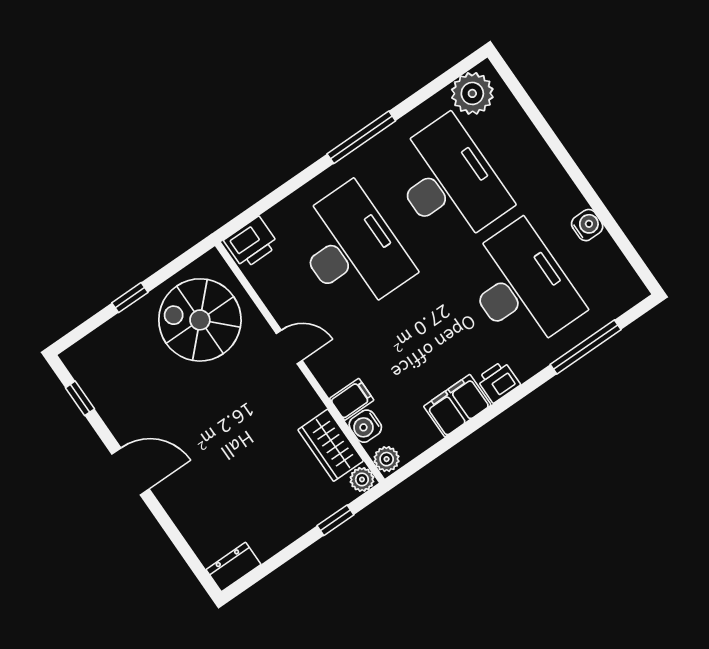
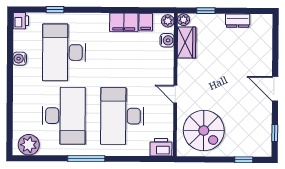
desk: (448, 182) -> (64, 116), turned 180
window: (130, 298) -> (244, 160), moved
window: (586, 347) -> (55, 10), width x0.46
printer: (498, 382) -> (21, 21), moved, turned -90
filing cabinet: (352, 399) -> (146, 22), moved, turned -90
dresser: (233, 567) -> (238, 21), moved

